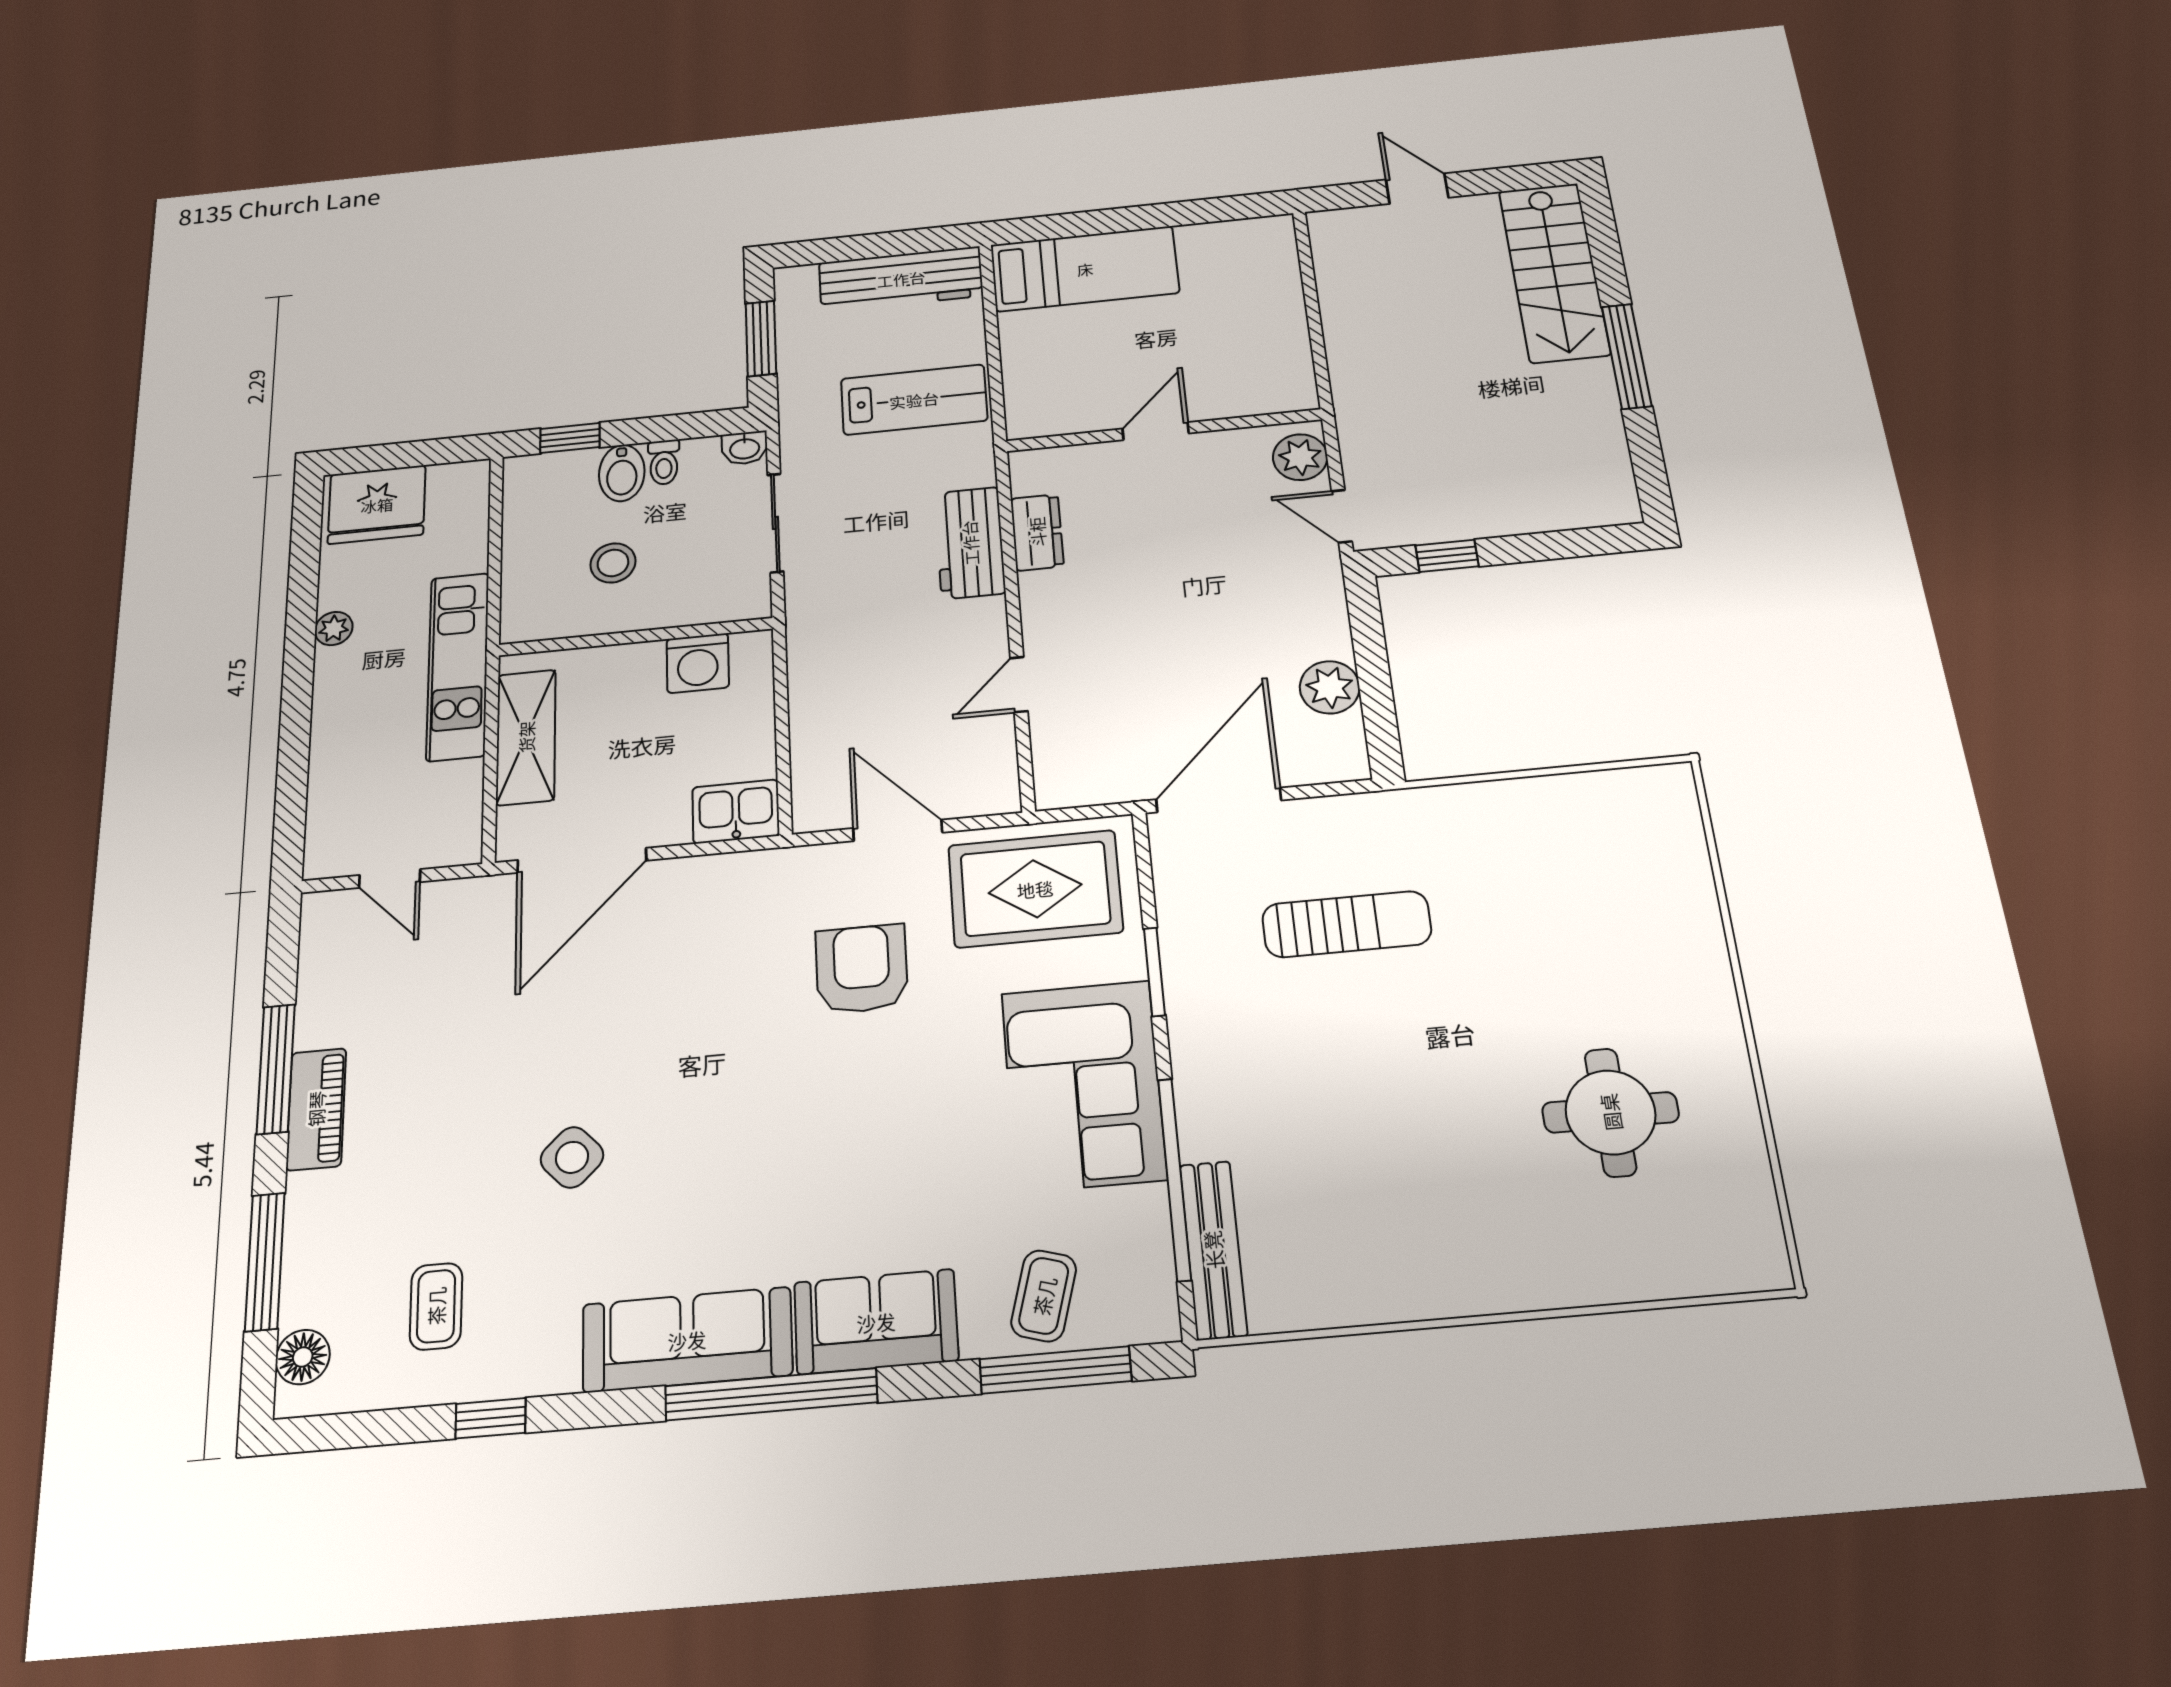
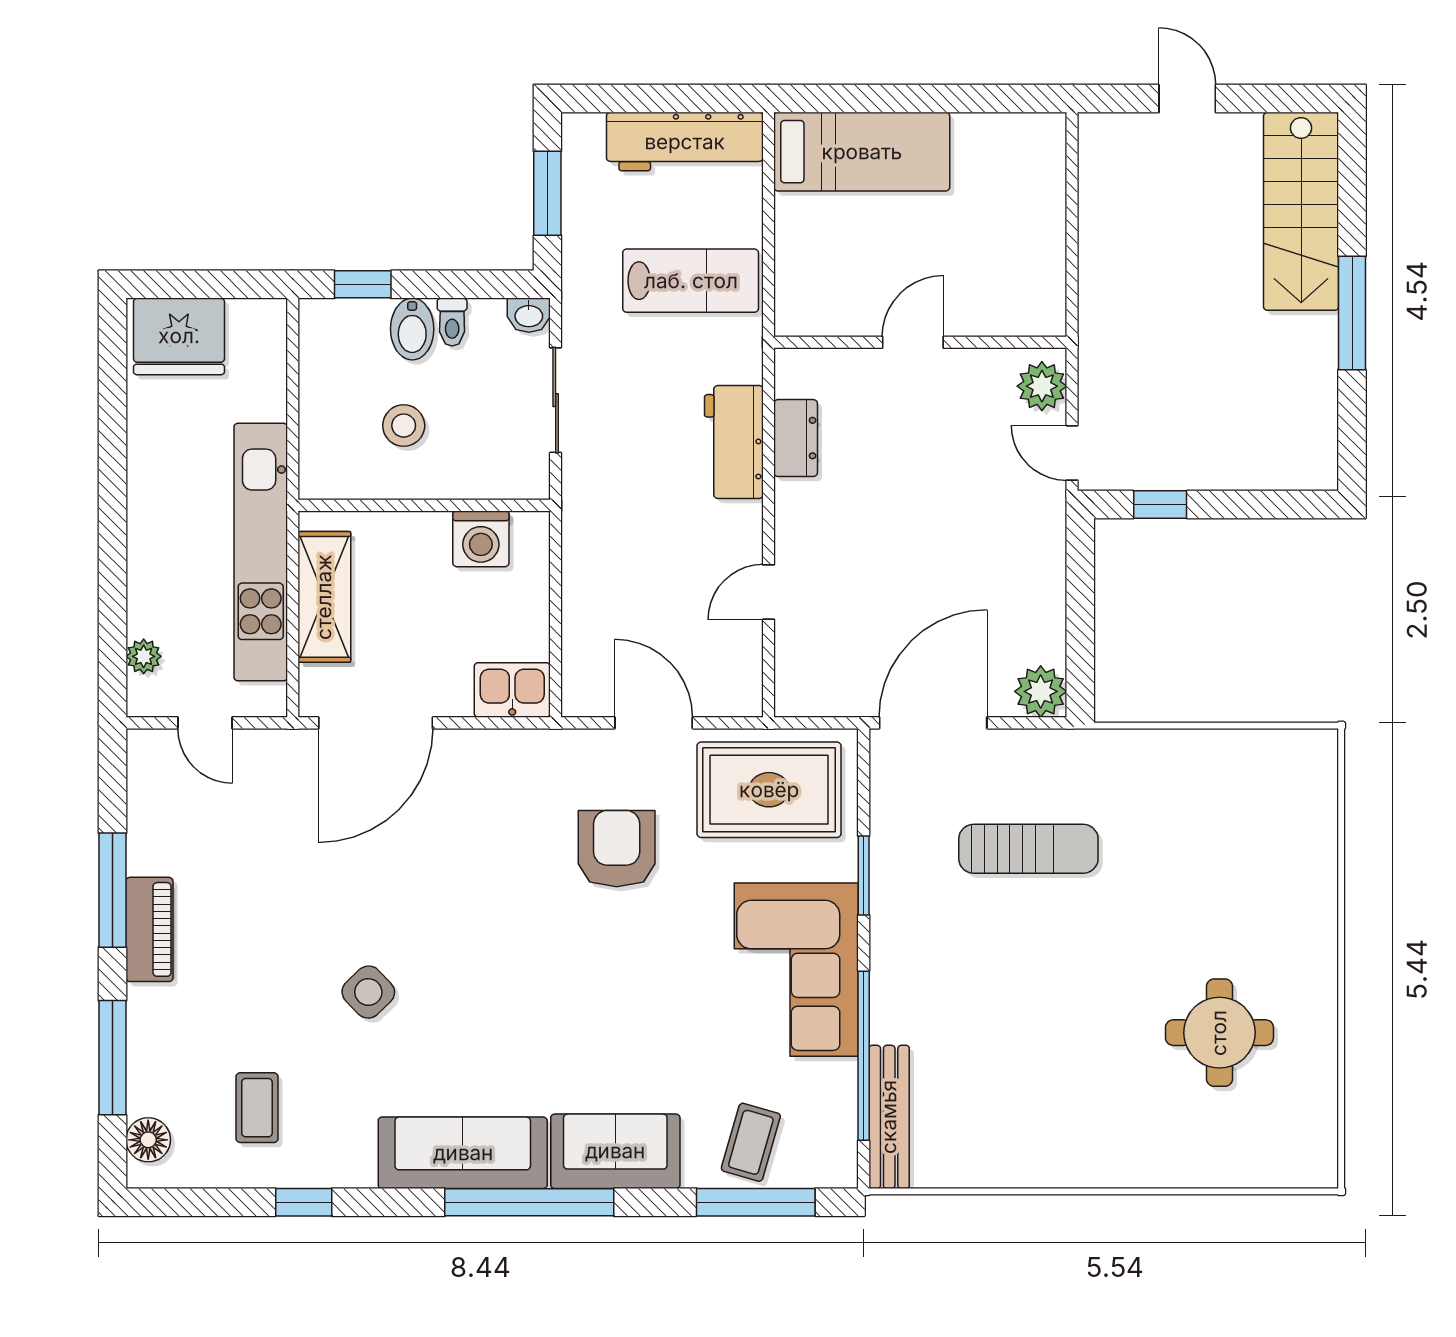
plant: (334, 629) -> (144, 656), moved
kitchen unit: (458, 666) -> (261, 552), width x1.36
plant: (1330, 687) -> (1041, 691), moved

